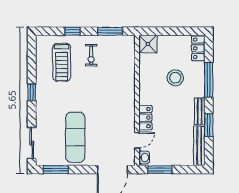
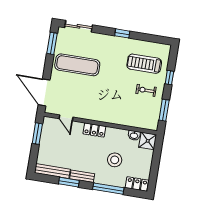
locker: (145, 118) -> (94, 130), moved
washbasin: (144, 157) -> (134, 135), moved

